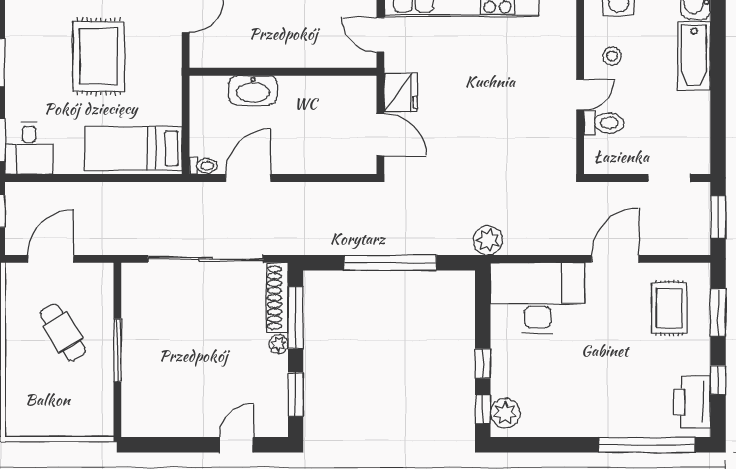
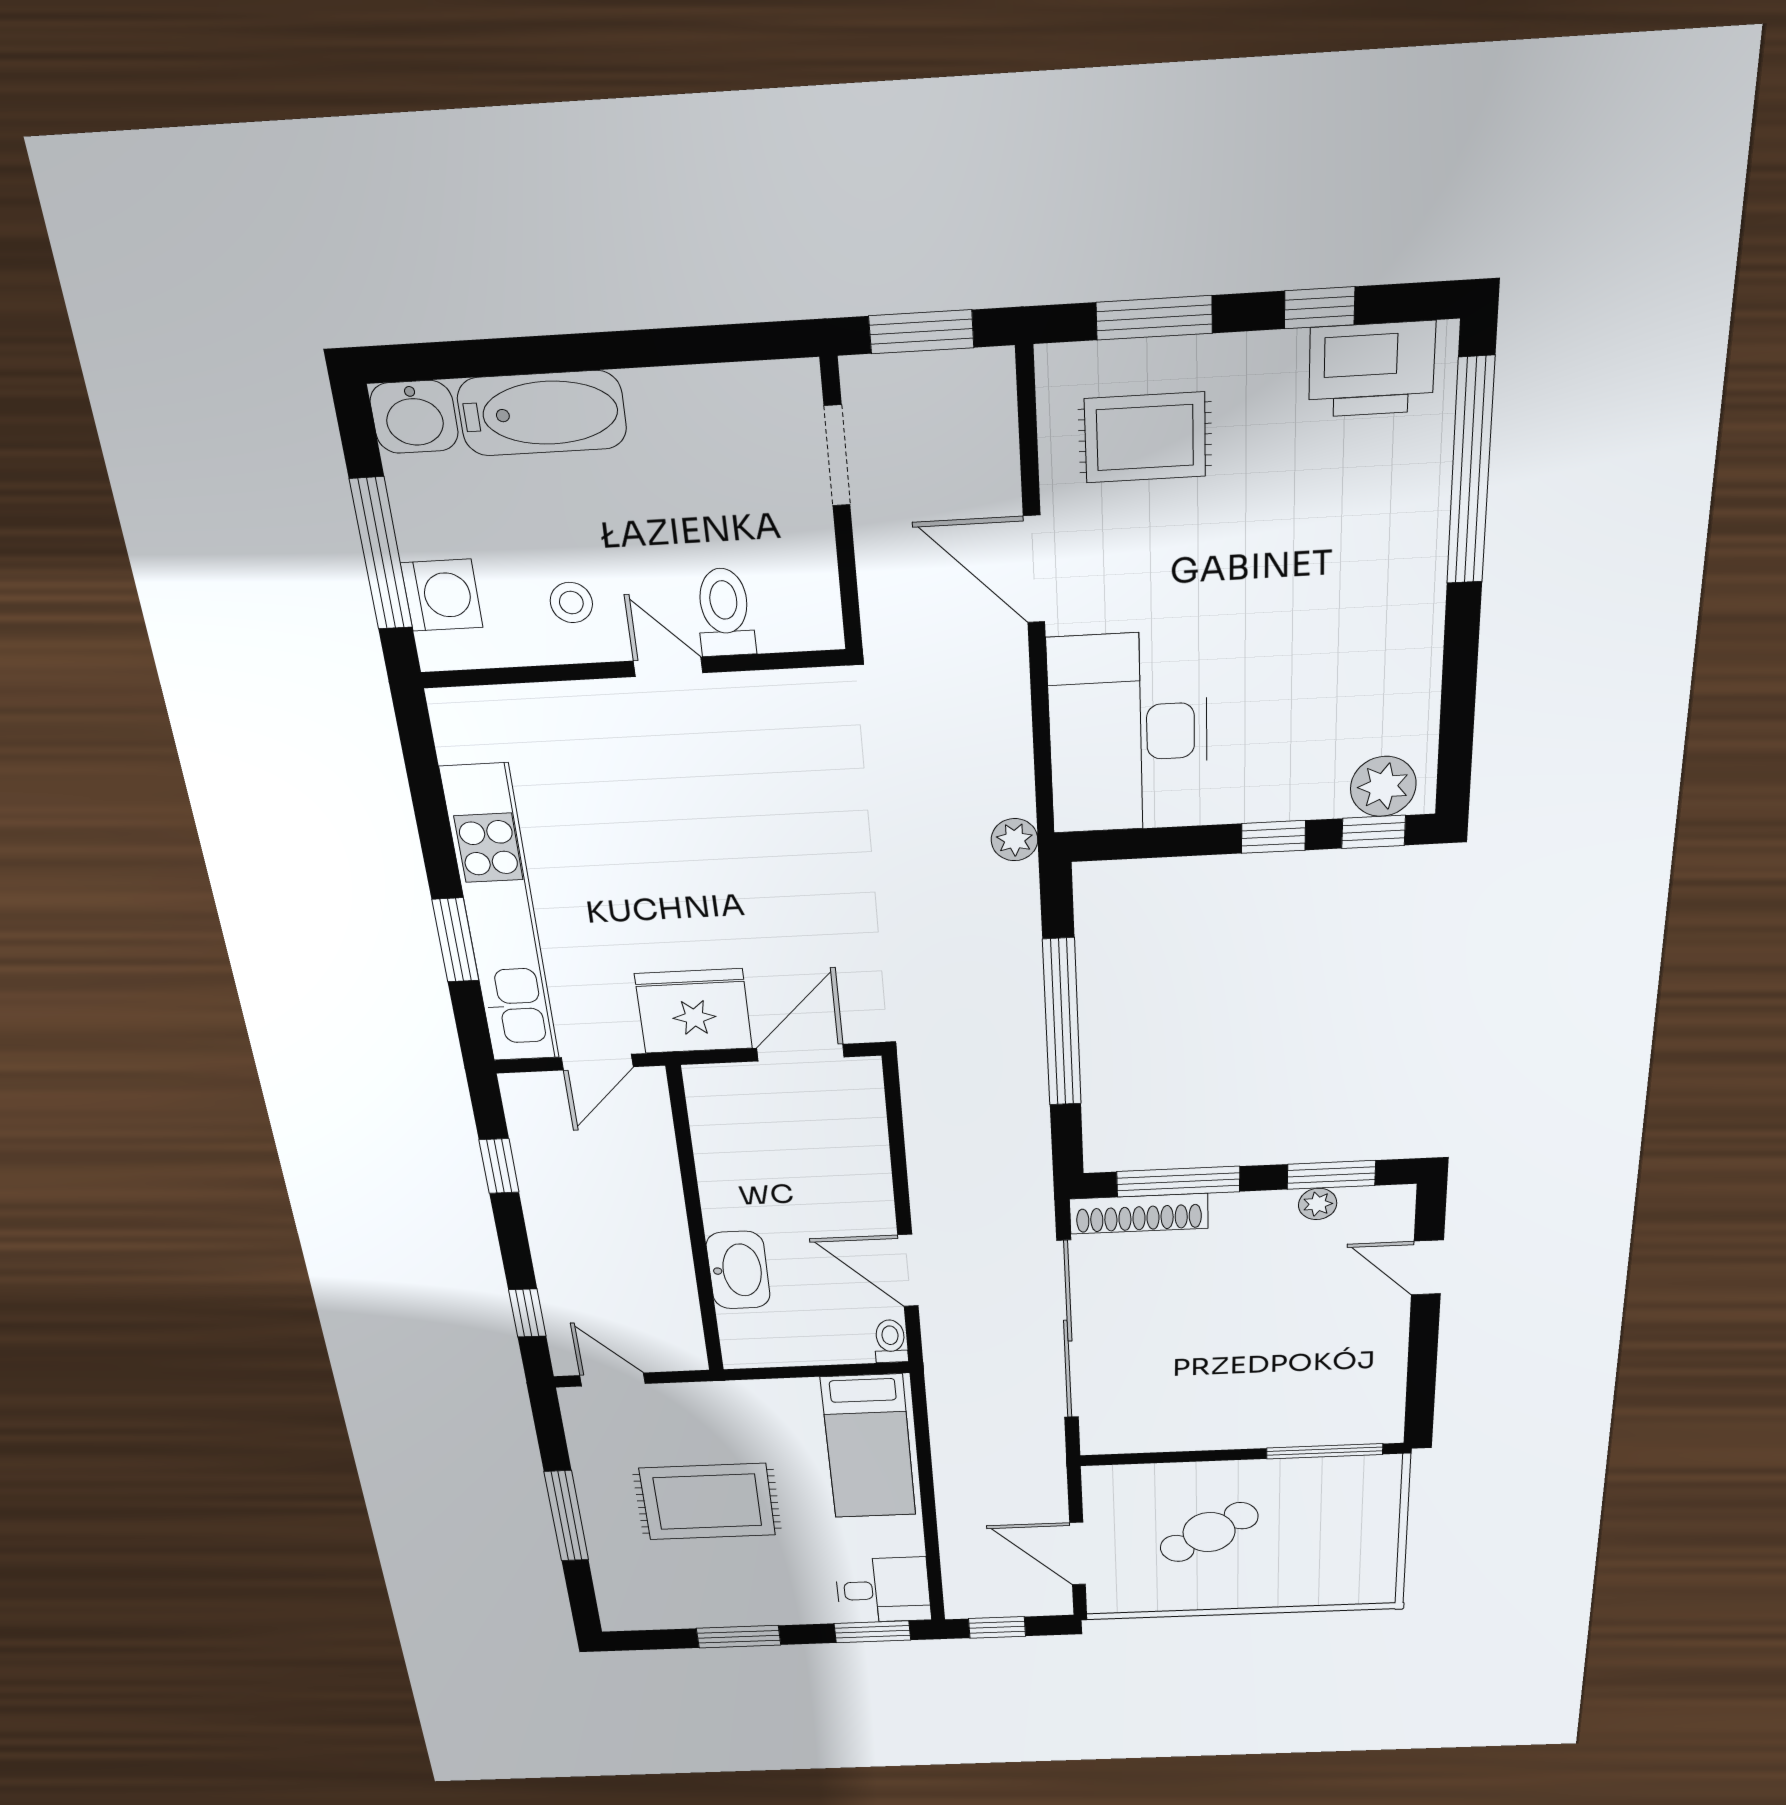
fridge: (401, 92) -> (694, 1011), width x1.36, depth x1.34
plant: (488, 240) -> (1015, 840), width x0.73, depth x0.73
plant: (278, 344) -> (1318, 1204), moved
window: (117, 350) -> (1325, 1451), moved

